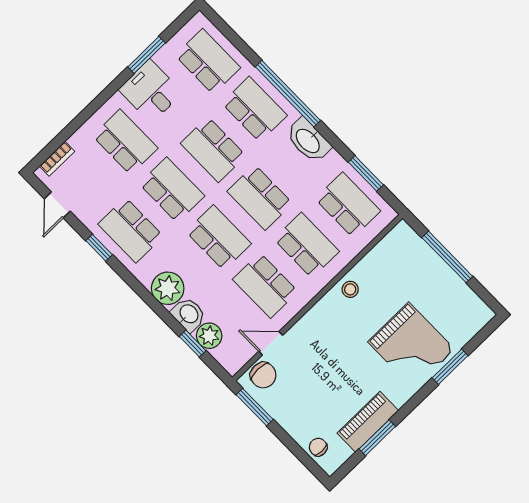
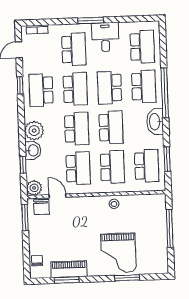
window: (147, 55) -> (91, 20), moved
school desk: (260, 197) -> (111, 127), turned 180
school desk: (265, 285) -> (78, 168), turned 180
plant: (209, 336) -> (34, 188), moved

